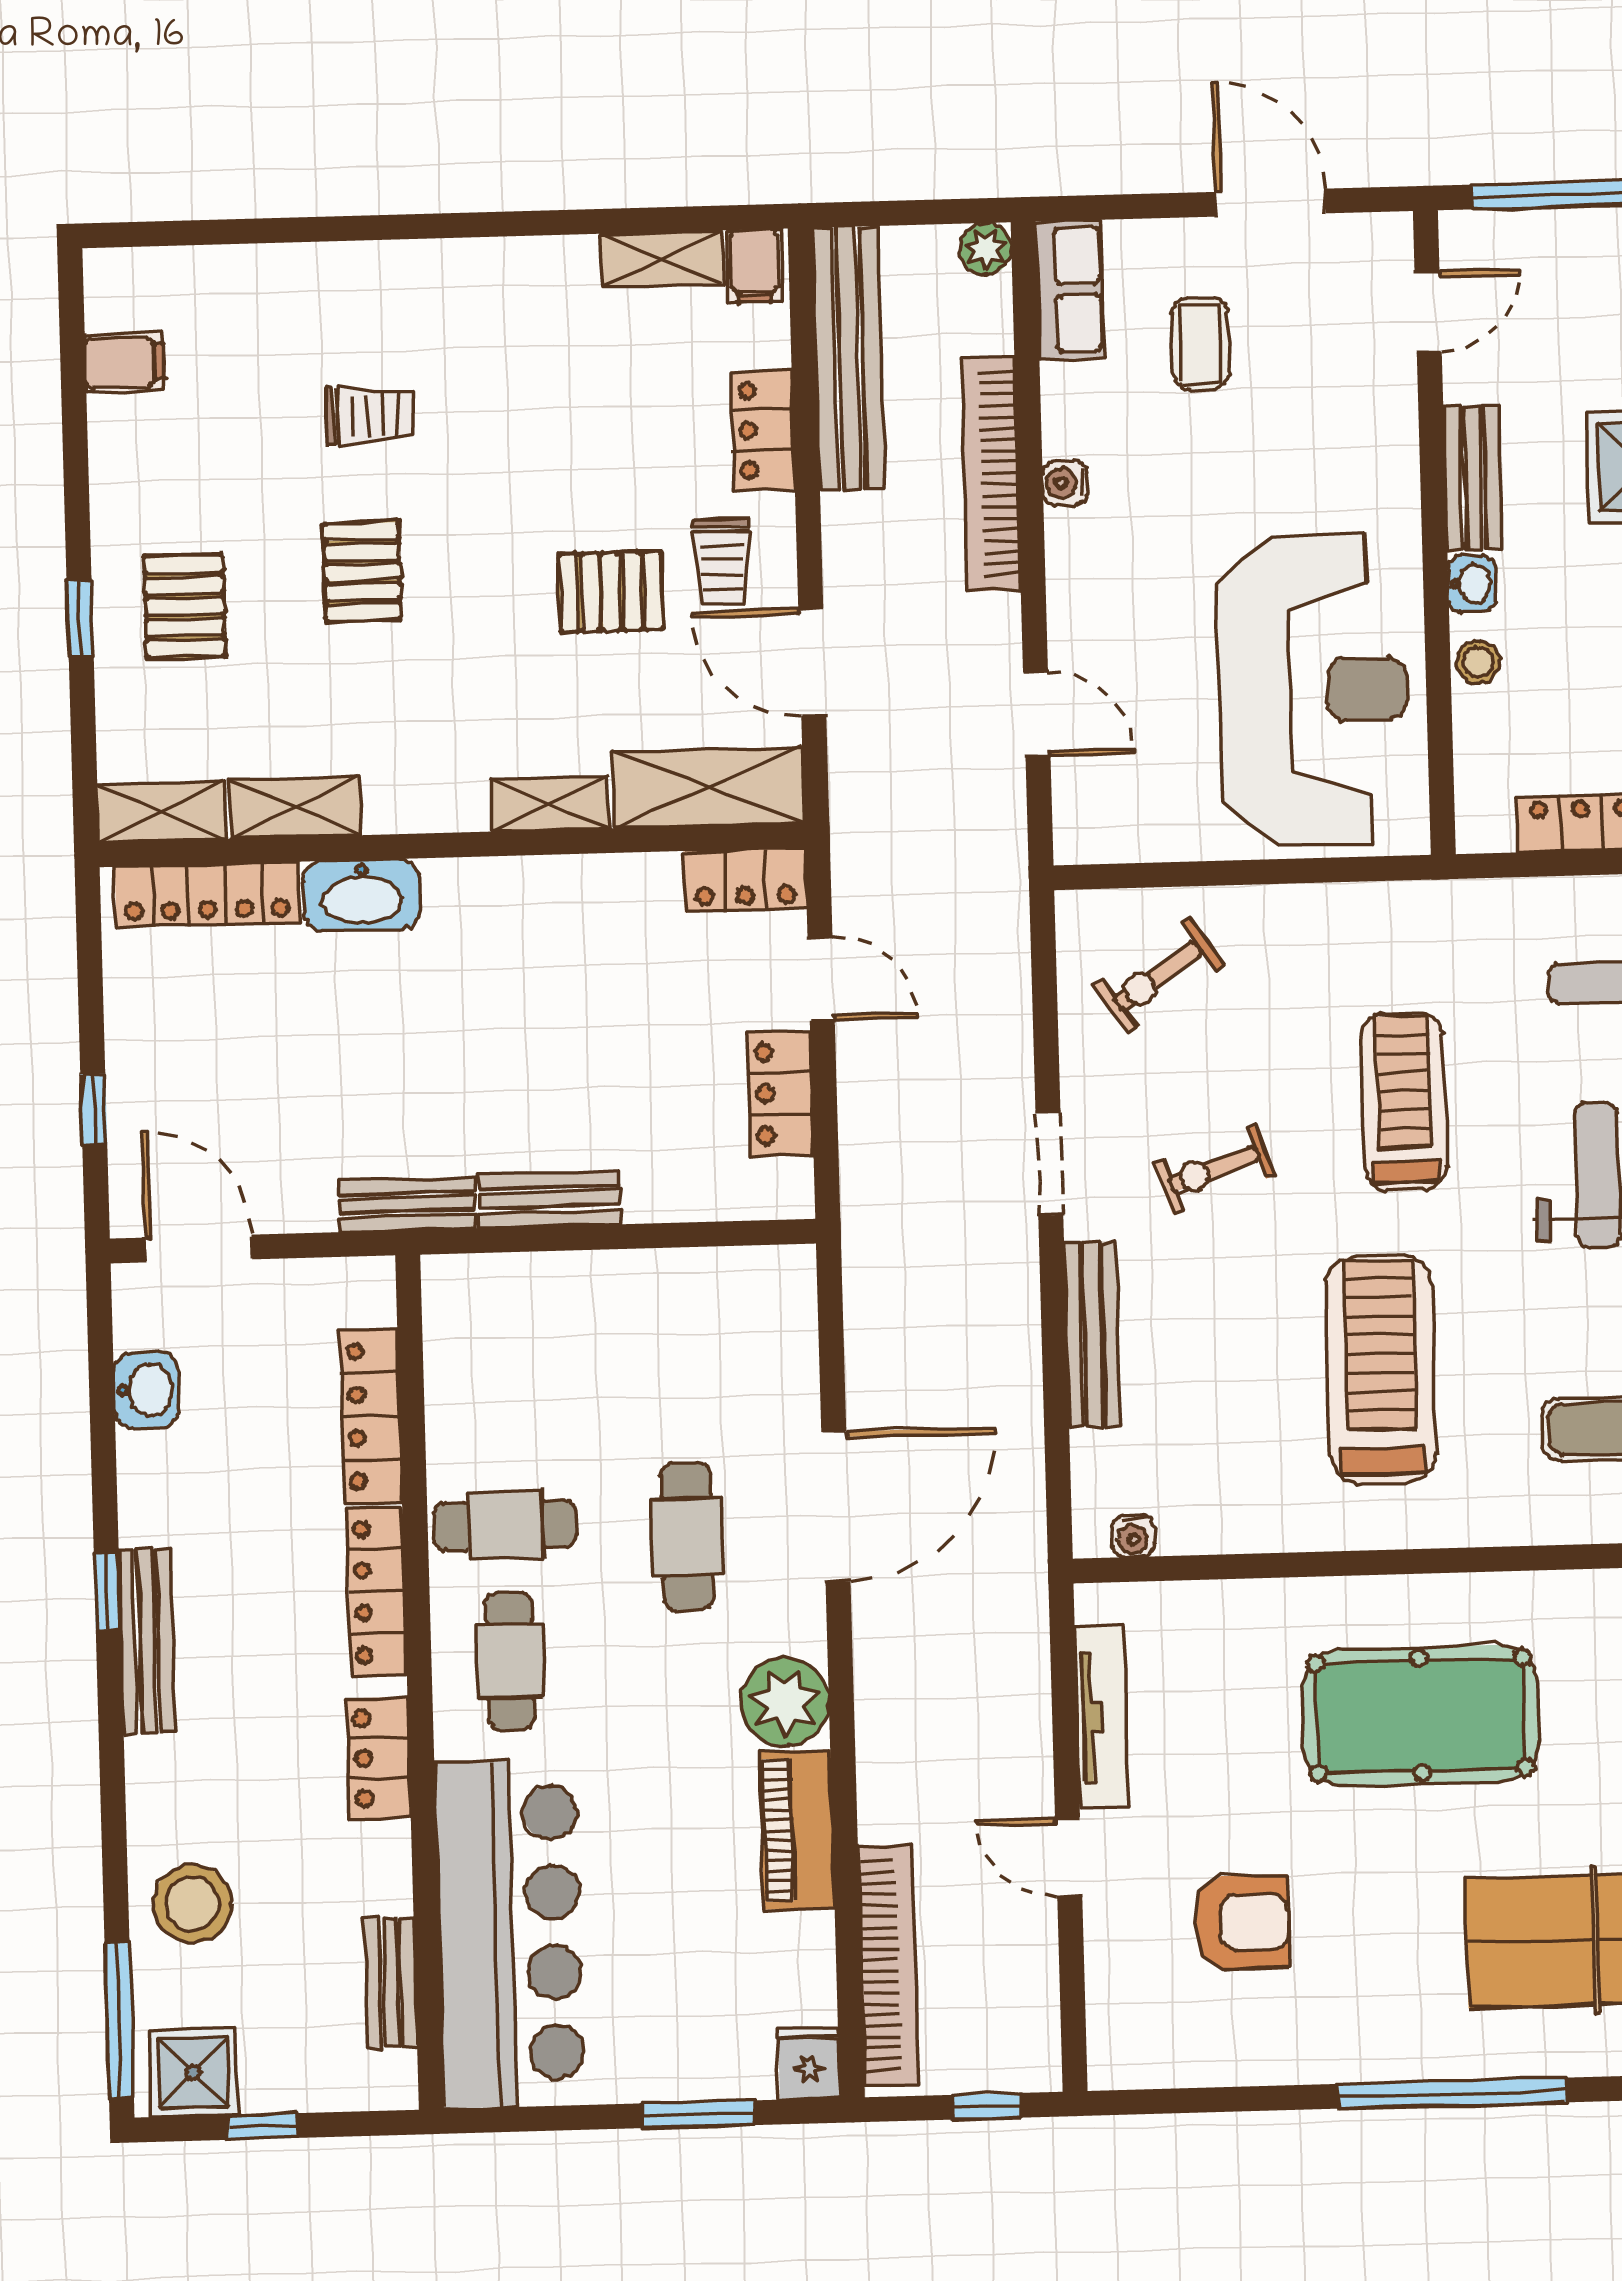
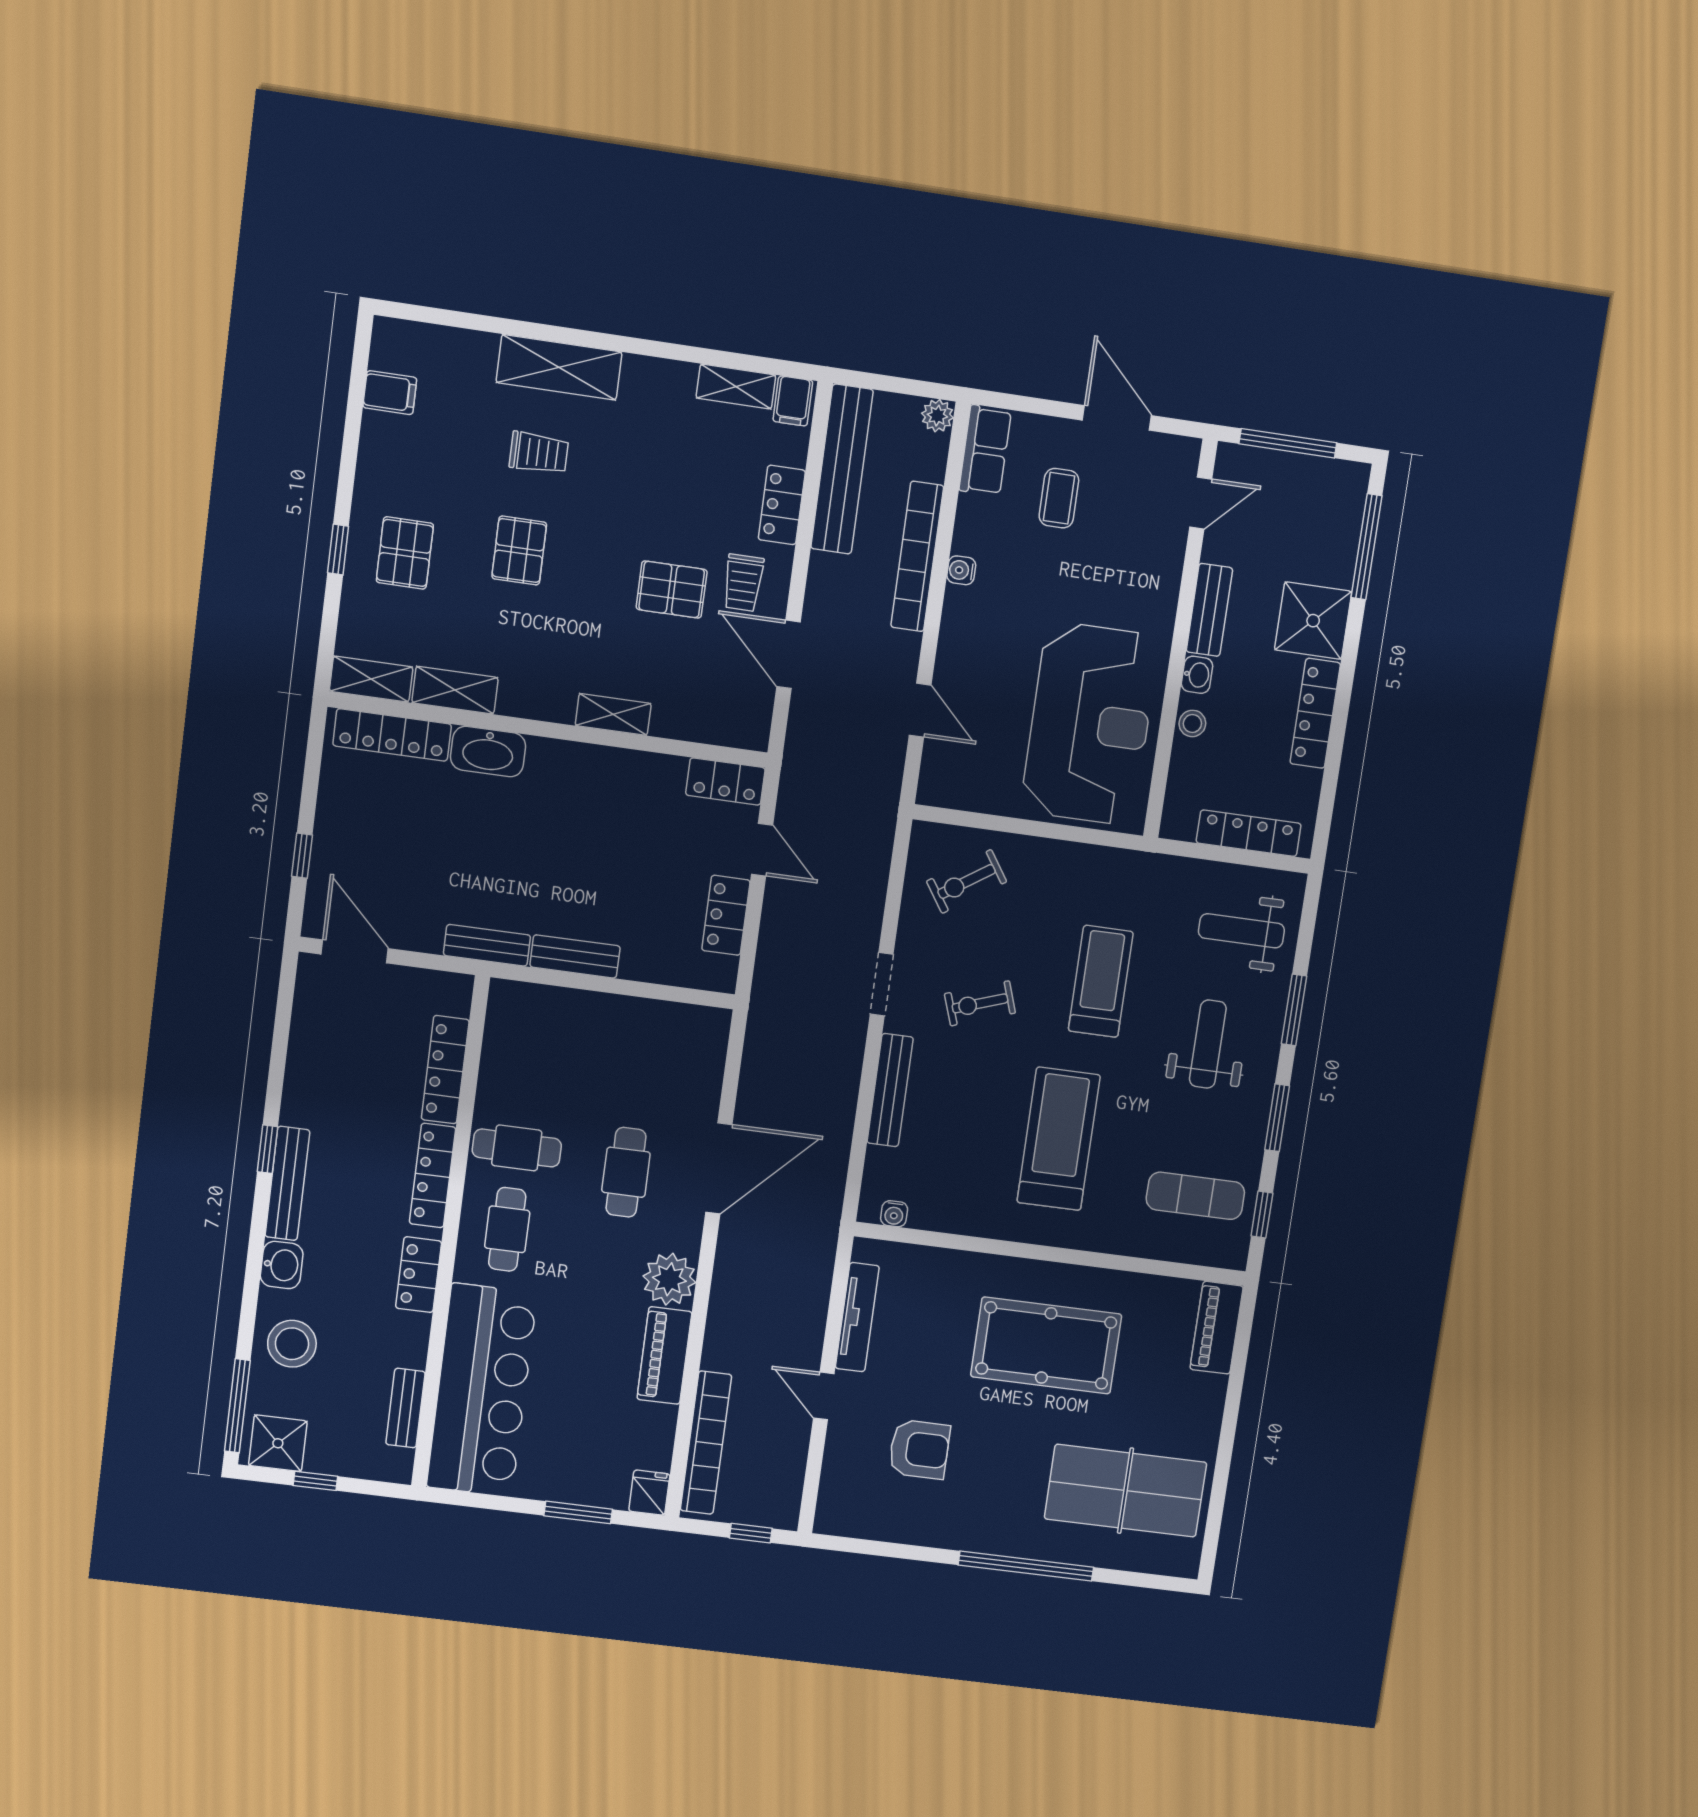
shelving: (708, 787) -> (559, 367), moved
washbasin: (146, 1390) -> (282, 1265), moved

